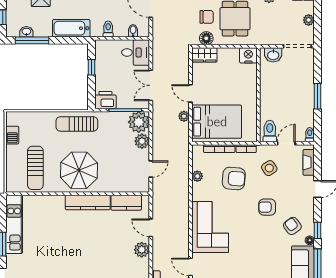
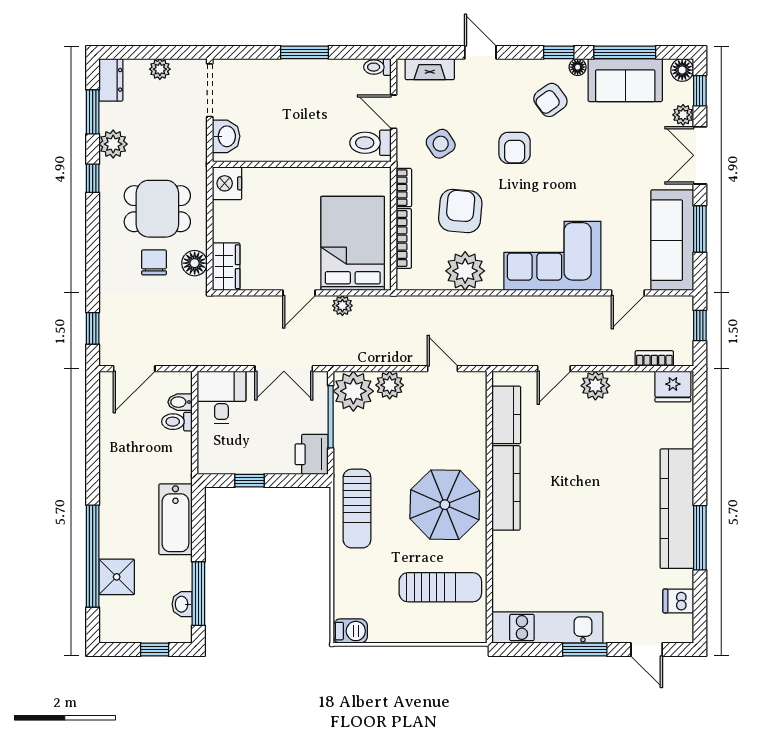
toilet: (108, 29) -> (177, 422), moved
barbecue: (12, 135) -> (350, 631), moved
plant: (197, 176) -> (465, 271), width x1.87, depth x1.87

